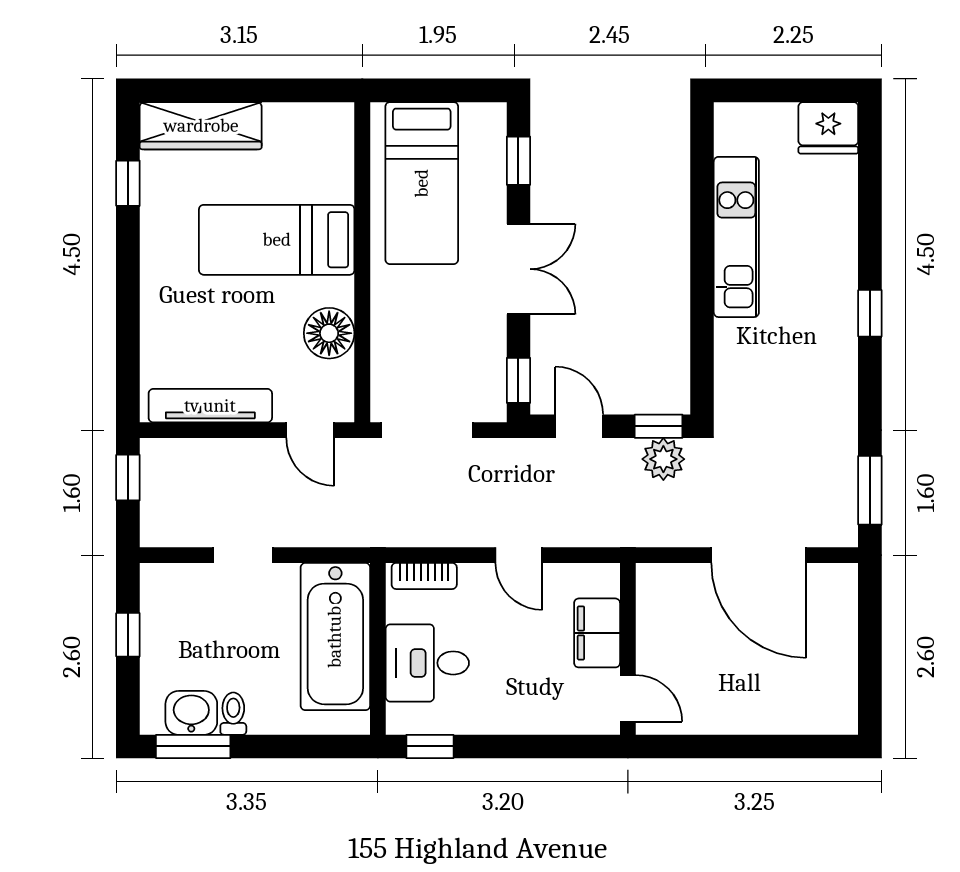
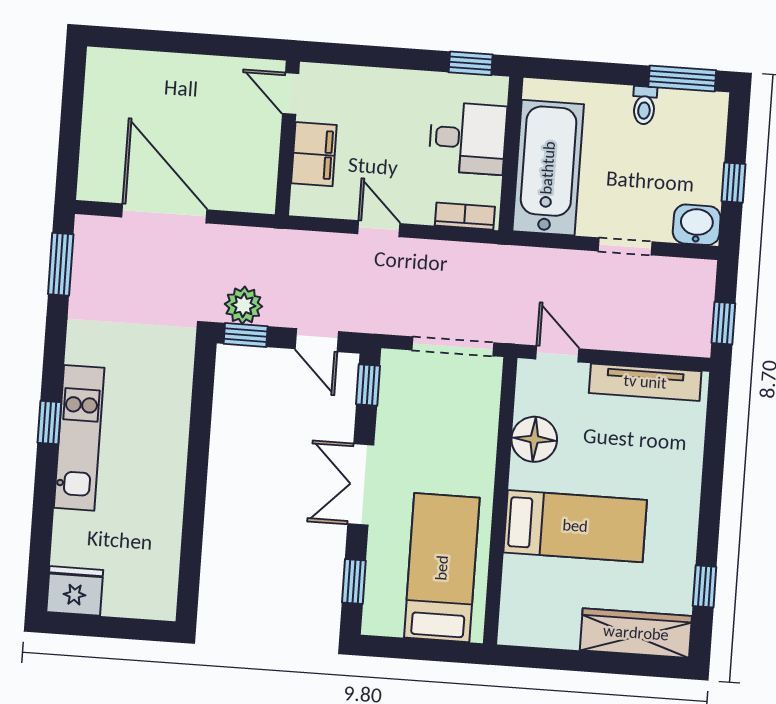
kitchen unit: (736, 237) -> (79, 438), moved, turned 180
washbasin: (191, 713) -> (697, 225), moved, turned 180

